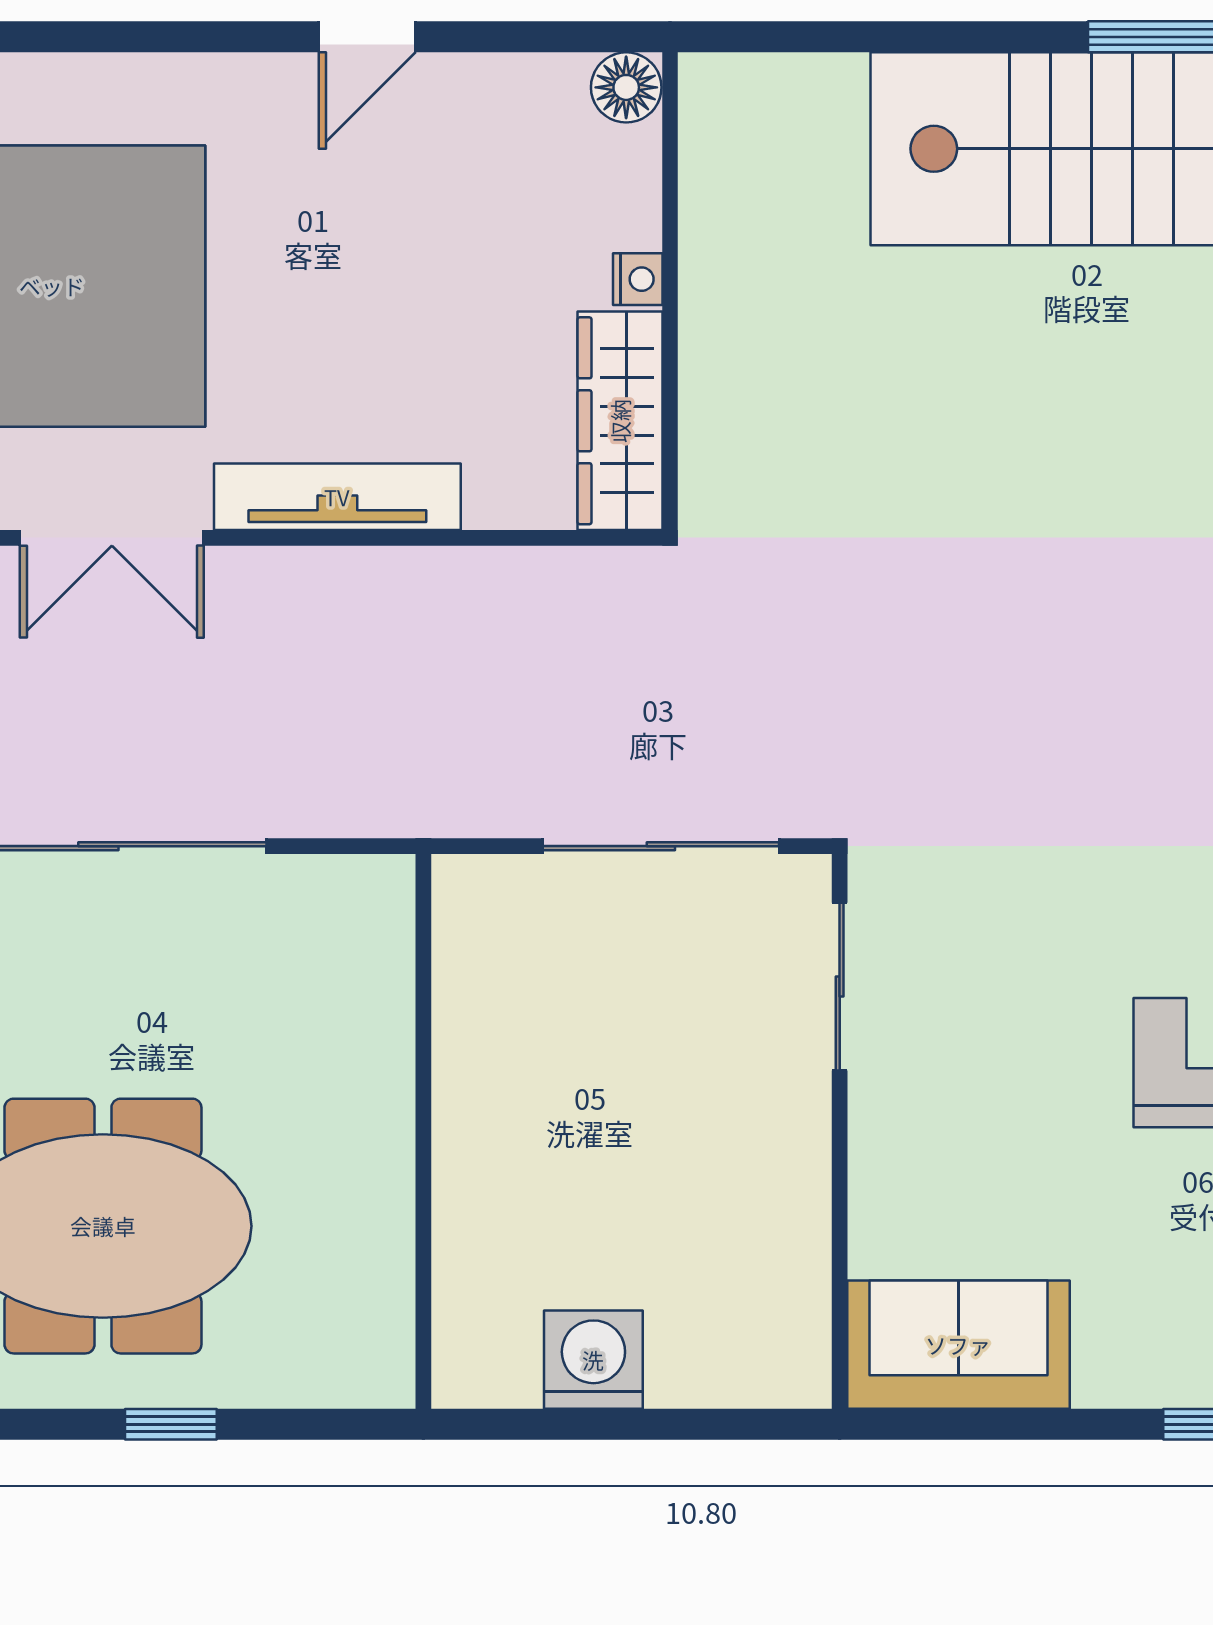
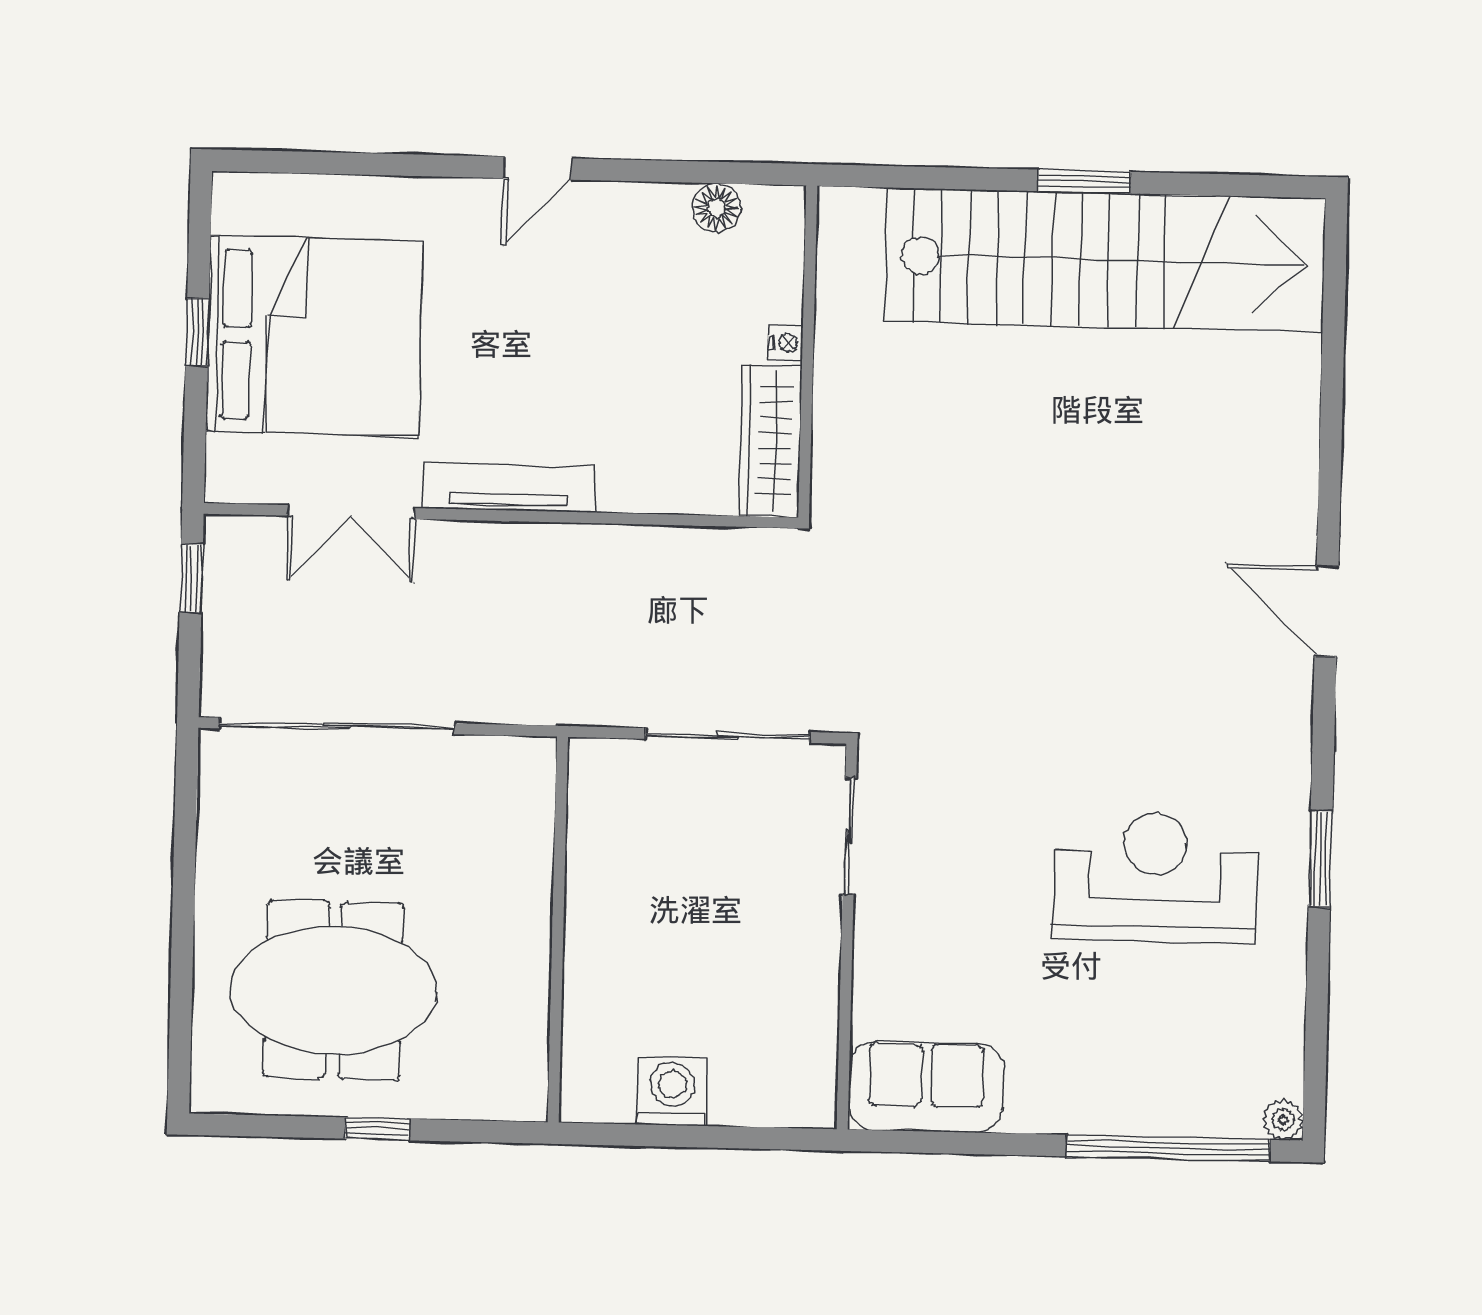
nightstand: (638, 279) -> (785, 343), moved
wall: (670, 291) -> (808, 352), moved
wardrobe: (620, 421) -> (771, 441), moved

